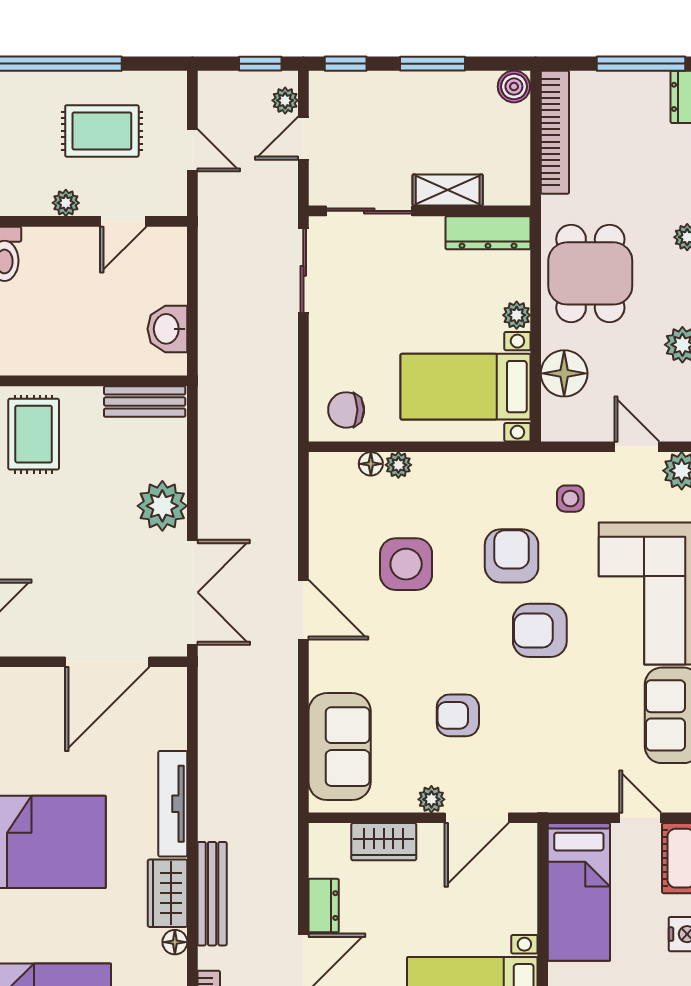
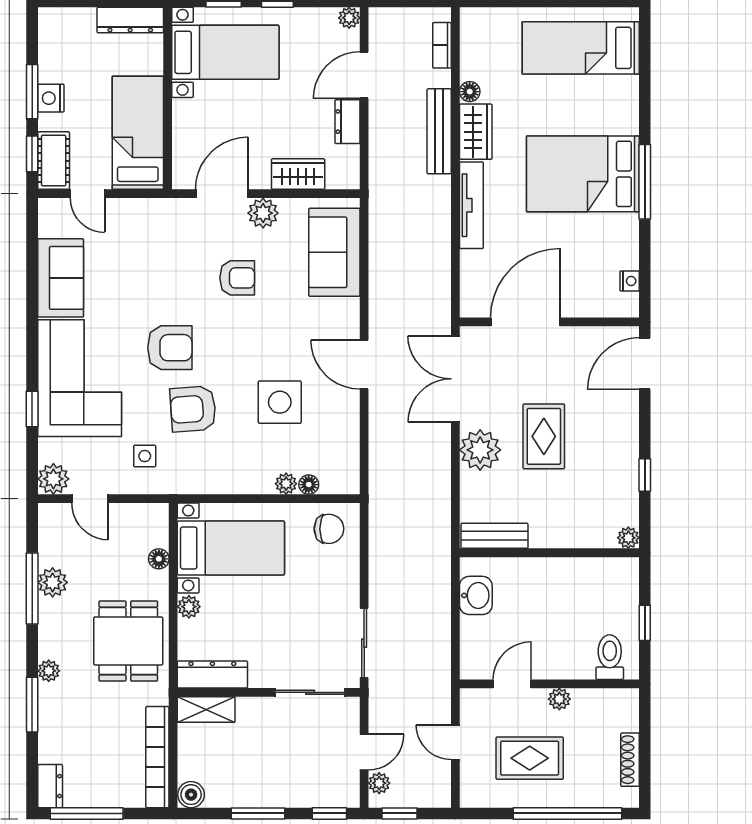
shelving: (448, 190) -> (206, 710), moved
floor lamp: (564, 373) -> (159, 559), width x0.53, depth x0.53
rug: (34, 434) -> (544, 436), moved
armchair: (512, 556) -> (193, 409), turned 86
plant: (431, 799) -> (263, 213), width x1.38, depth x1.38

